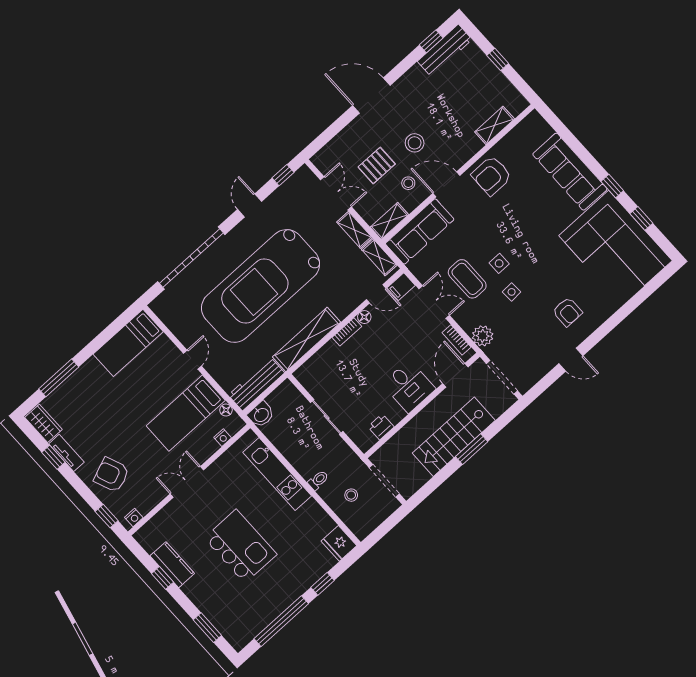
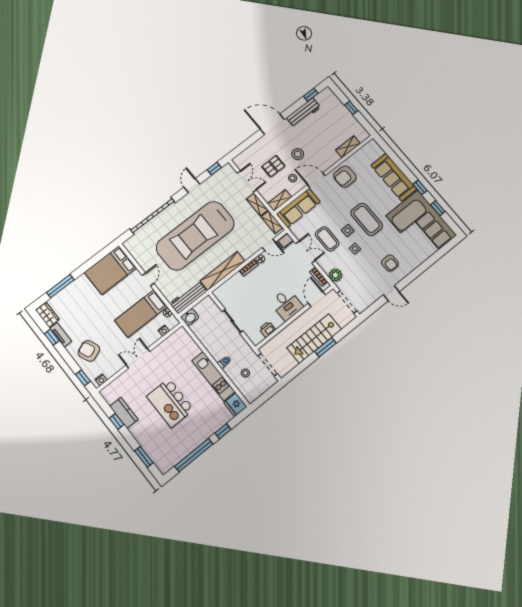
workbench: (445, 50) -> (303, 112), moved
coffee table: (529, 244) -> (367, 219), added
bed: (128, 343) -> (110, 270), width x1.50
kitchen unit: (277, 474) -> (213, 376), moved
kitchen island: (241, 546) -> (170, 403), turned 180

